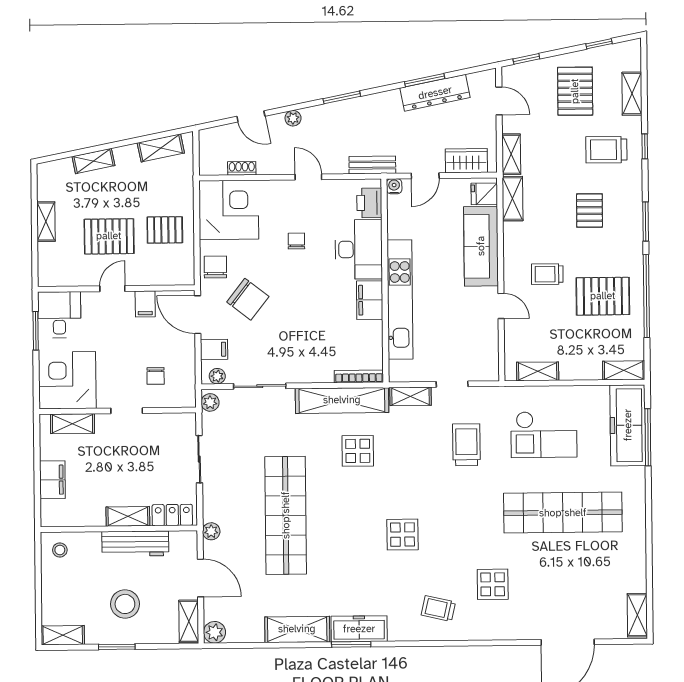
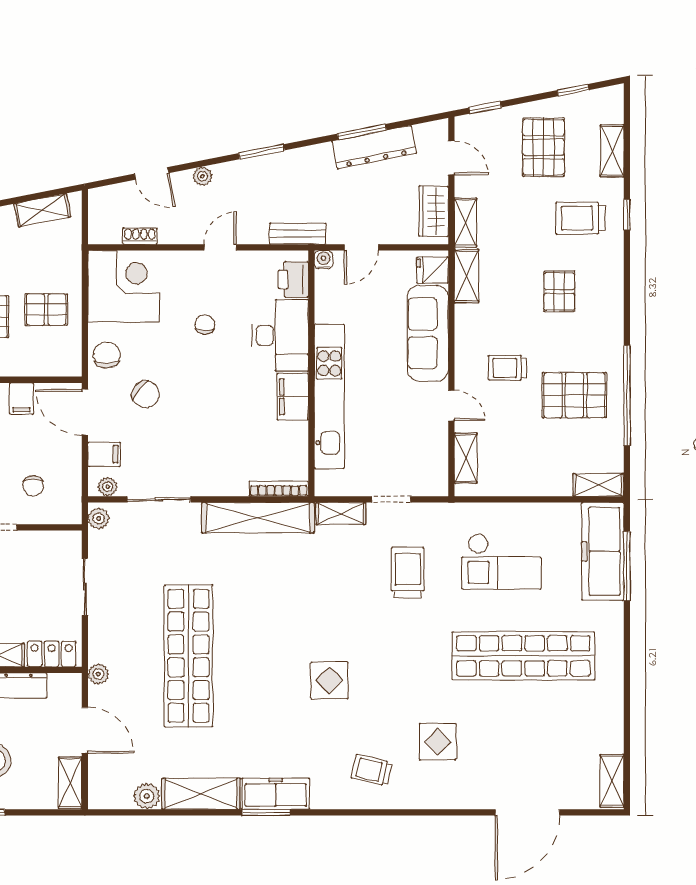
wardrobe: (466, 161) -> (434, 211), moved, turned -90
door: (308, 177) -> (220, 247), hinge flipped
window: (646, 222) -> (627, 305), removed
chair: (248, 299) -> (146, 394), width x0.73, depth x0.73
shelving: (538, 371) -> (466, 458), moved, turned 90
display table: (358, 451) -> (276, 579), removed
plant: (215, 632) -> (147, 796), moved

